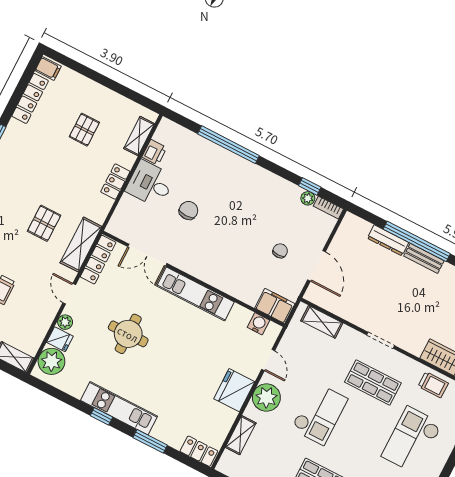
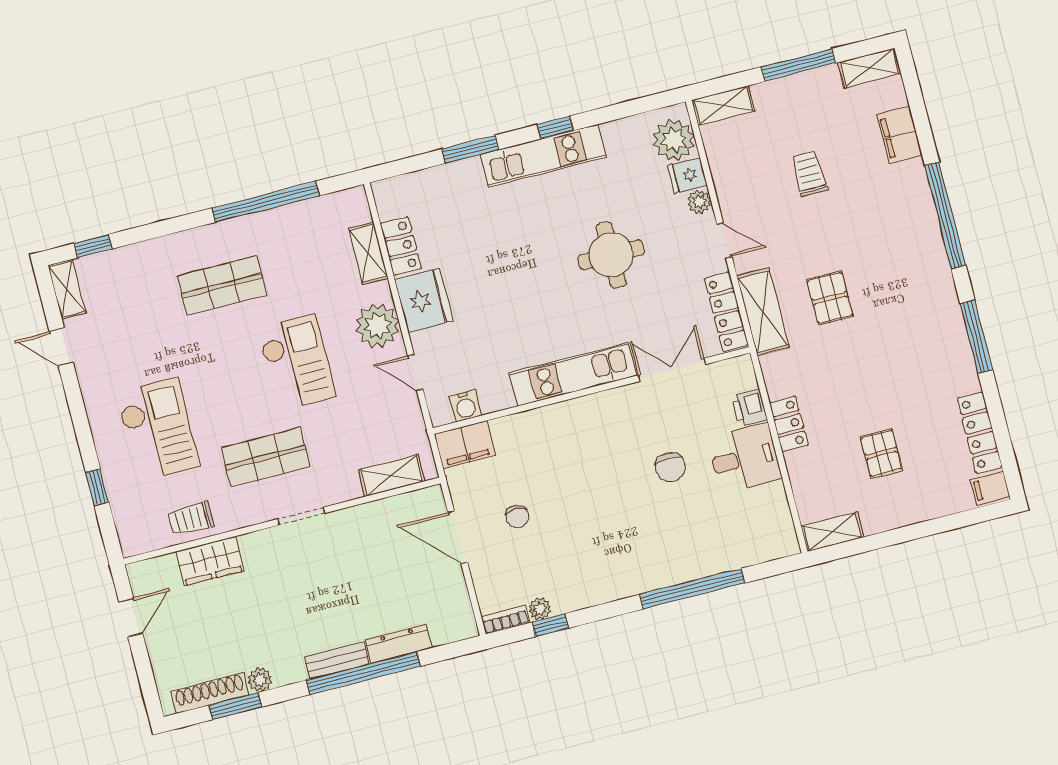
shelving: (139, 136) -> (832, 532), moved, turned 90
printer: (154, 152) -> (749, 408), moved
checkout: (319, 414) -> (297, 363), turned 180
locker: (199, 451) -> (401, 246), moved, turned -90

